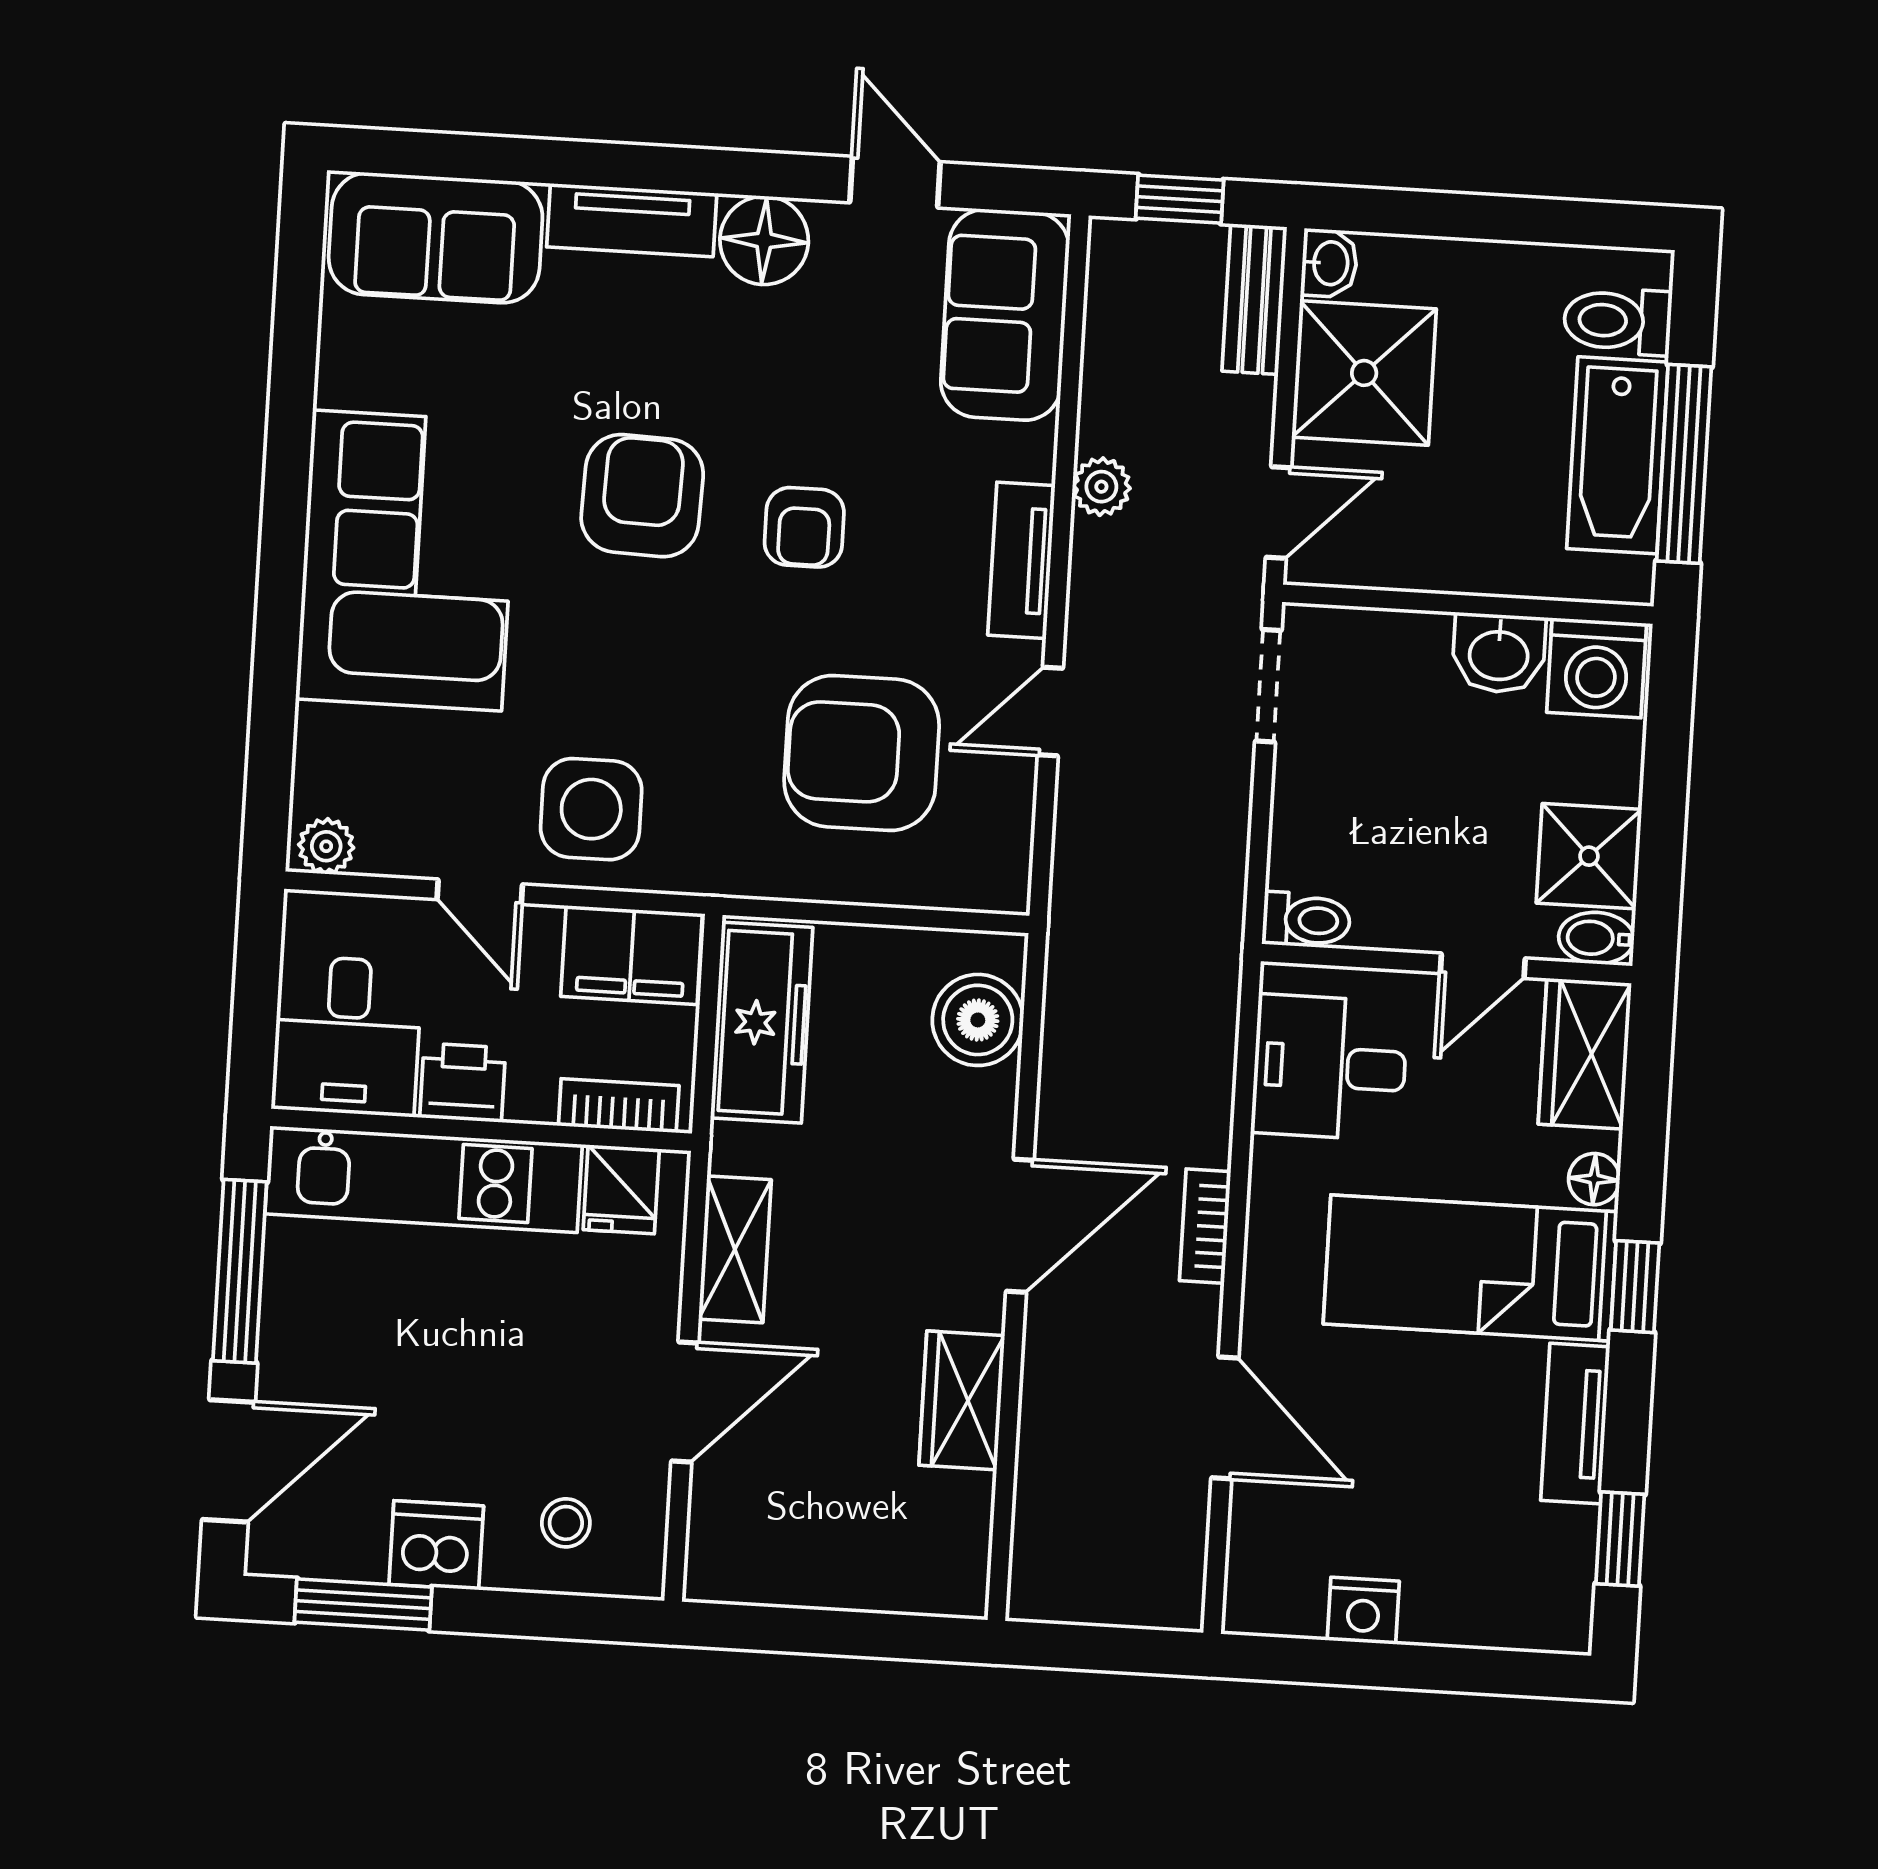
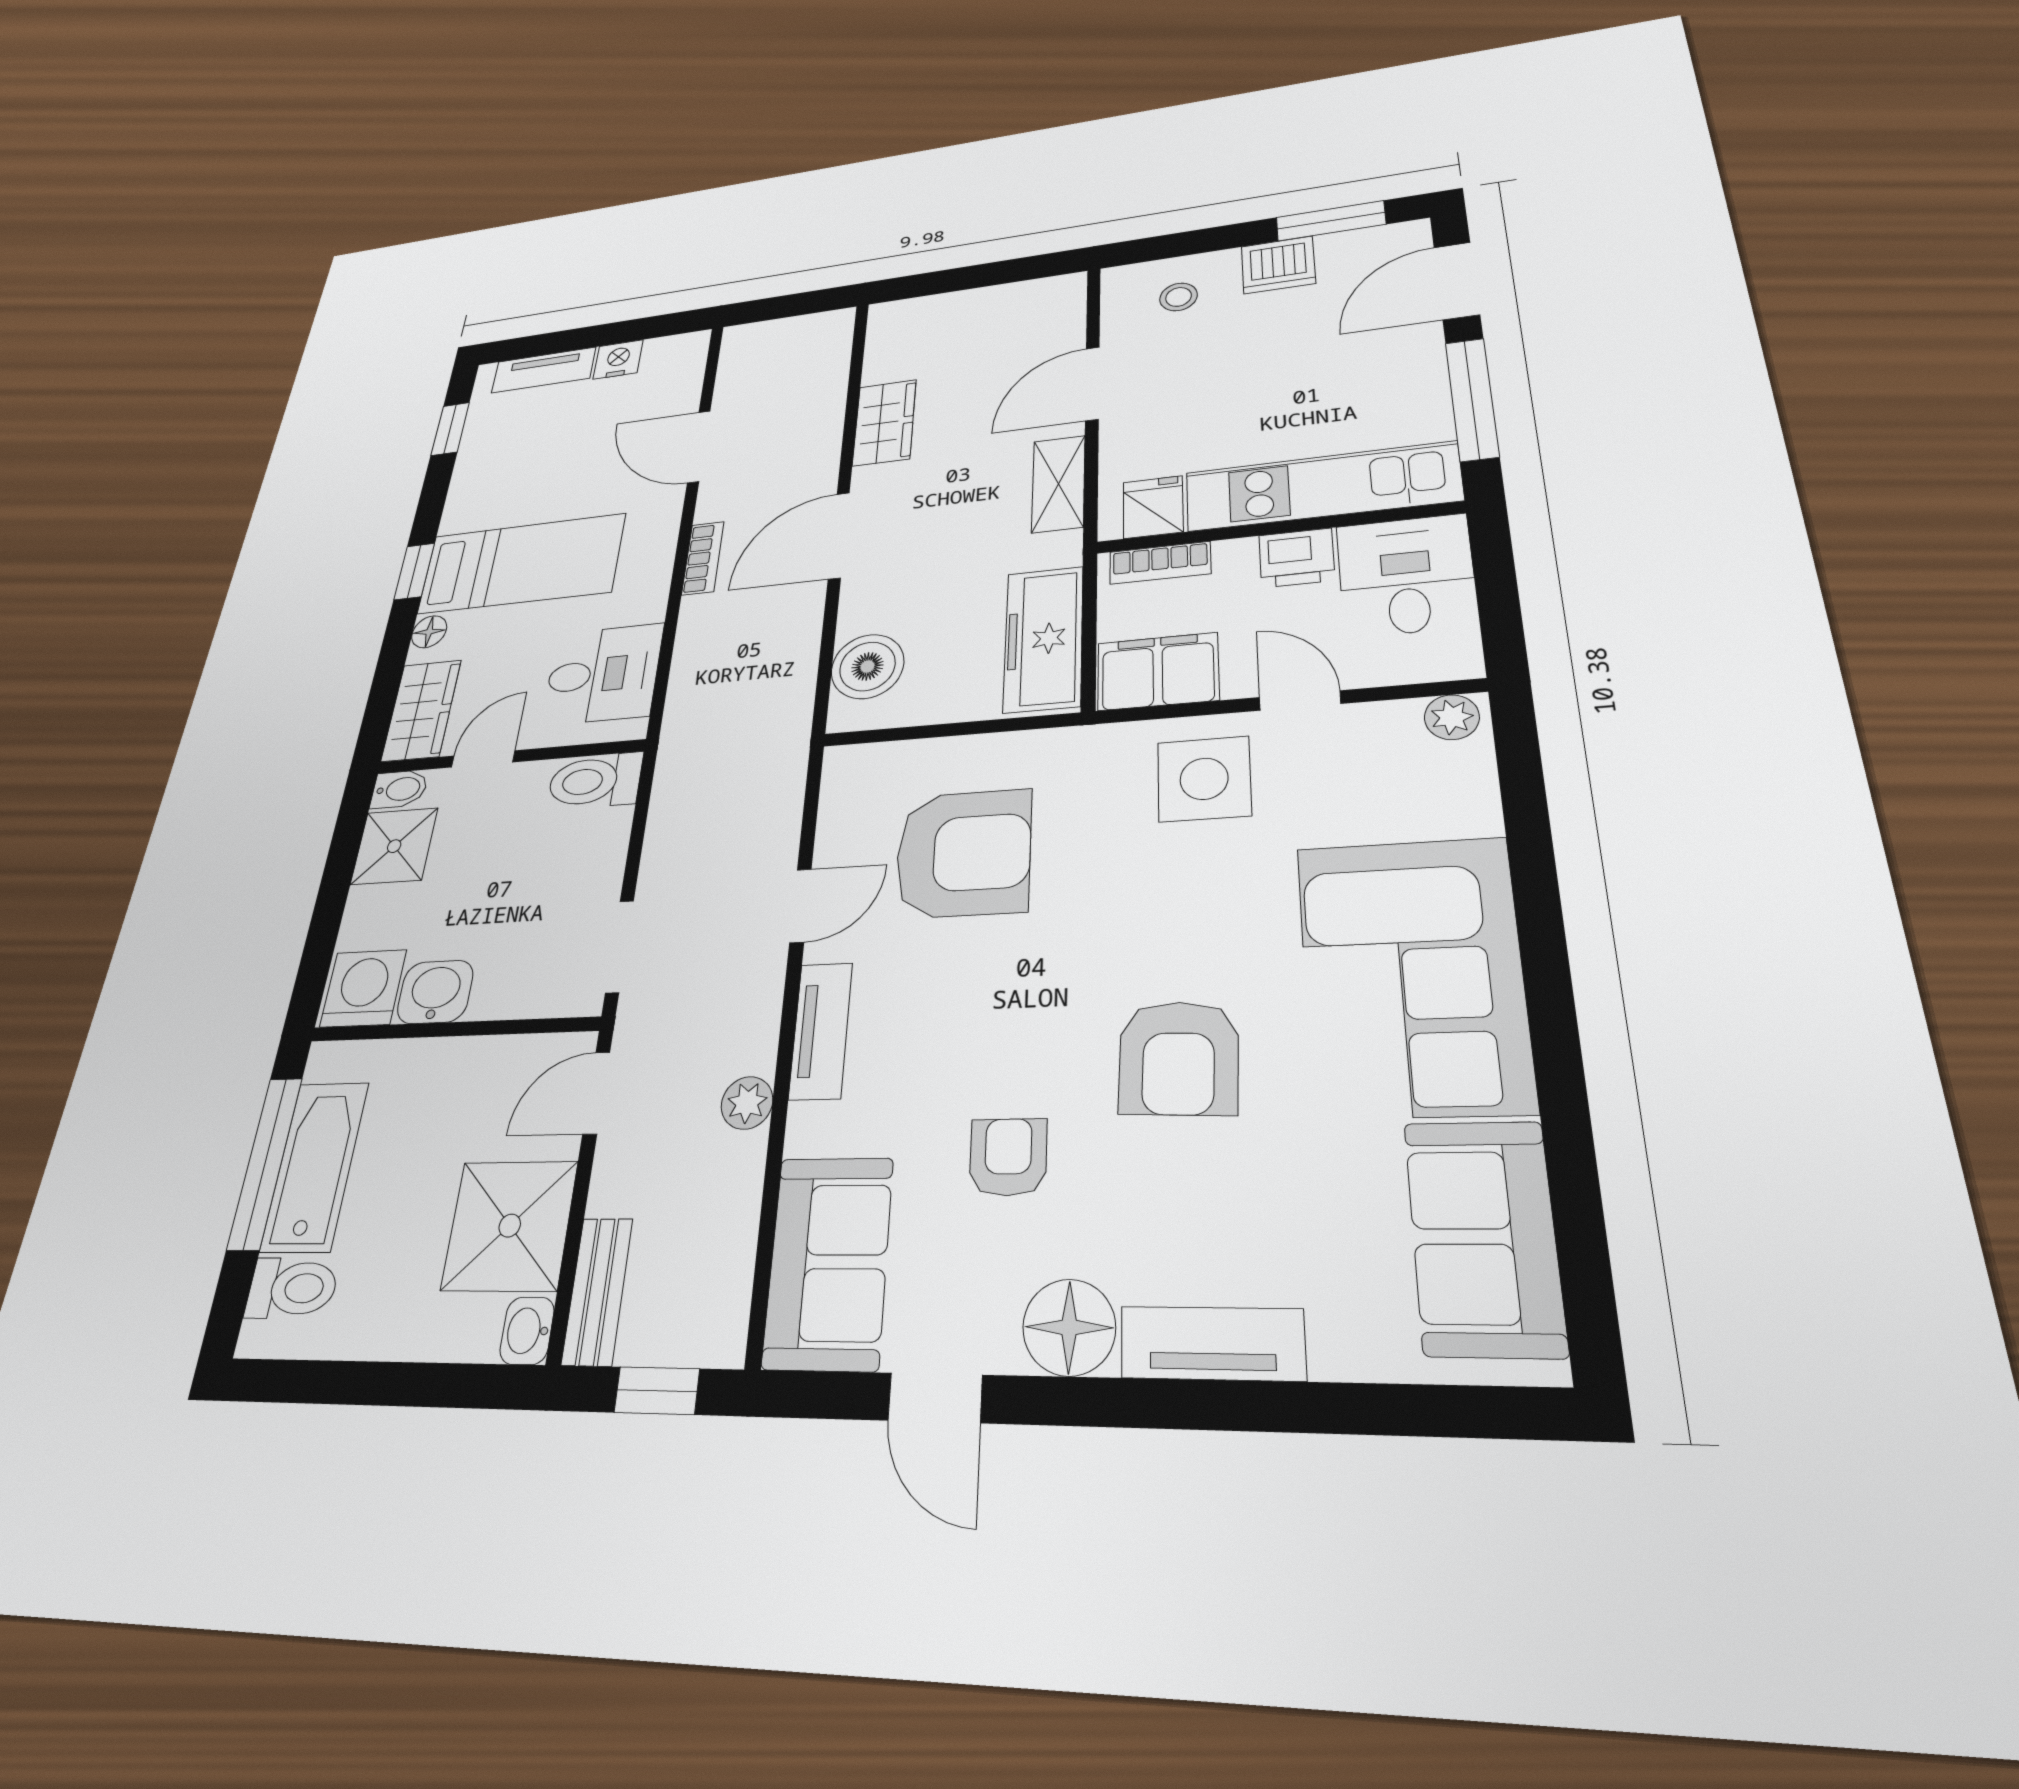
sofa: (436, 238) -> (1484, 1237), moved, turned -90
armchair: (804, 527) -> (1008, 1157), moved
toilet: (1306, 920) -> (595, 781), width x1.37, depth x1.39
tv unit: (1575, 1424) -> (544, 370), moved, turned 90

